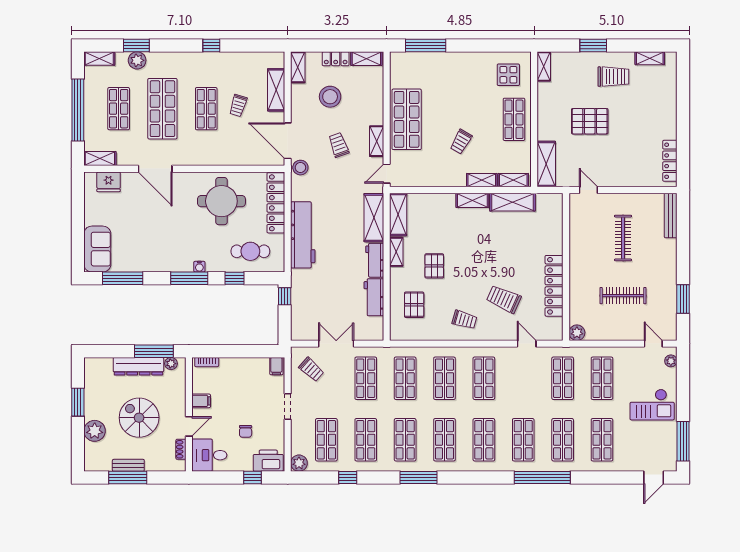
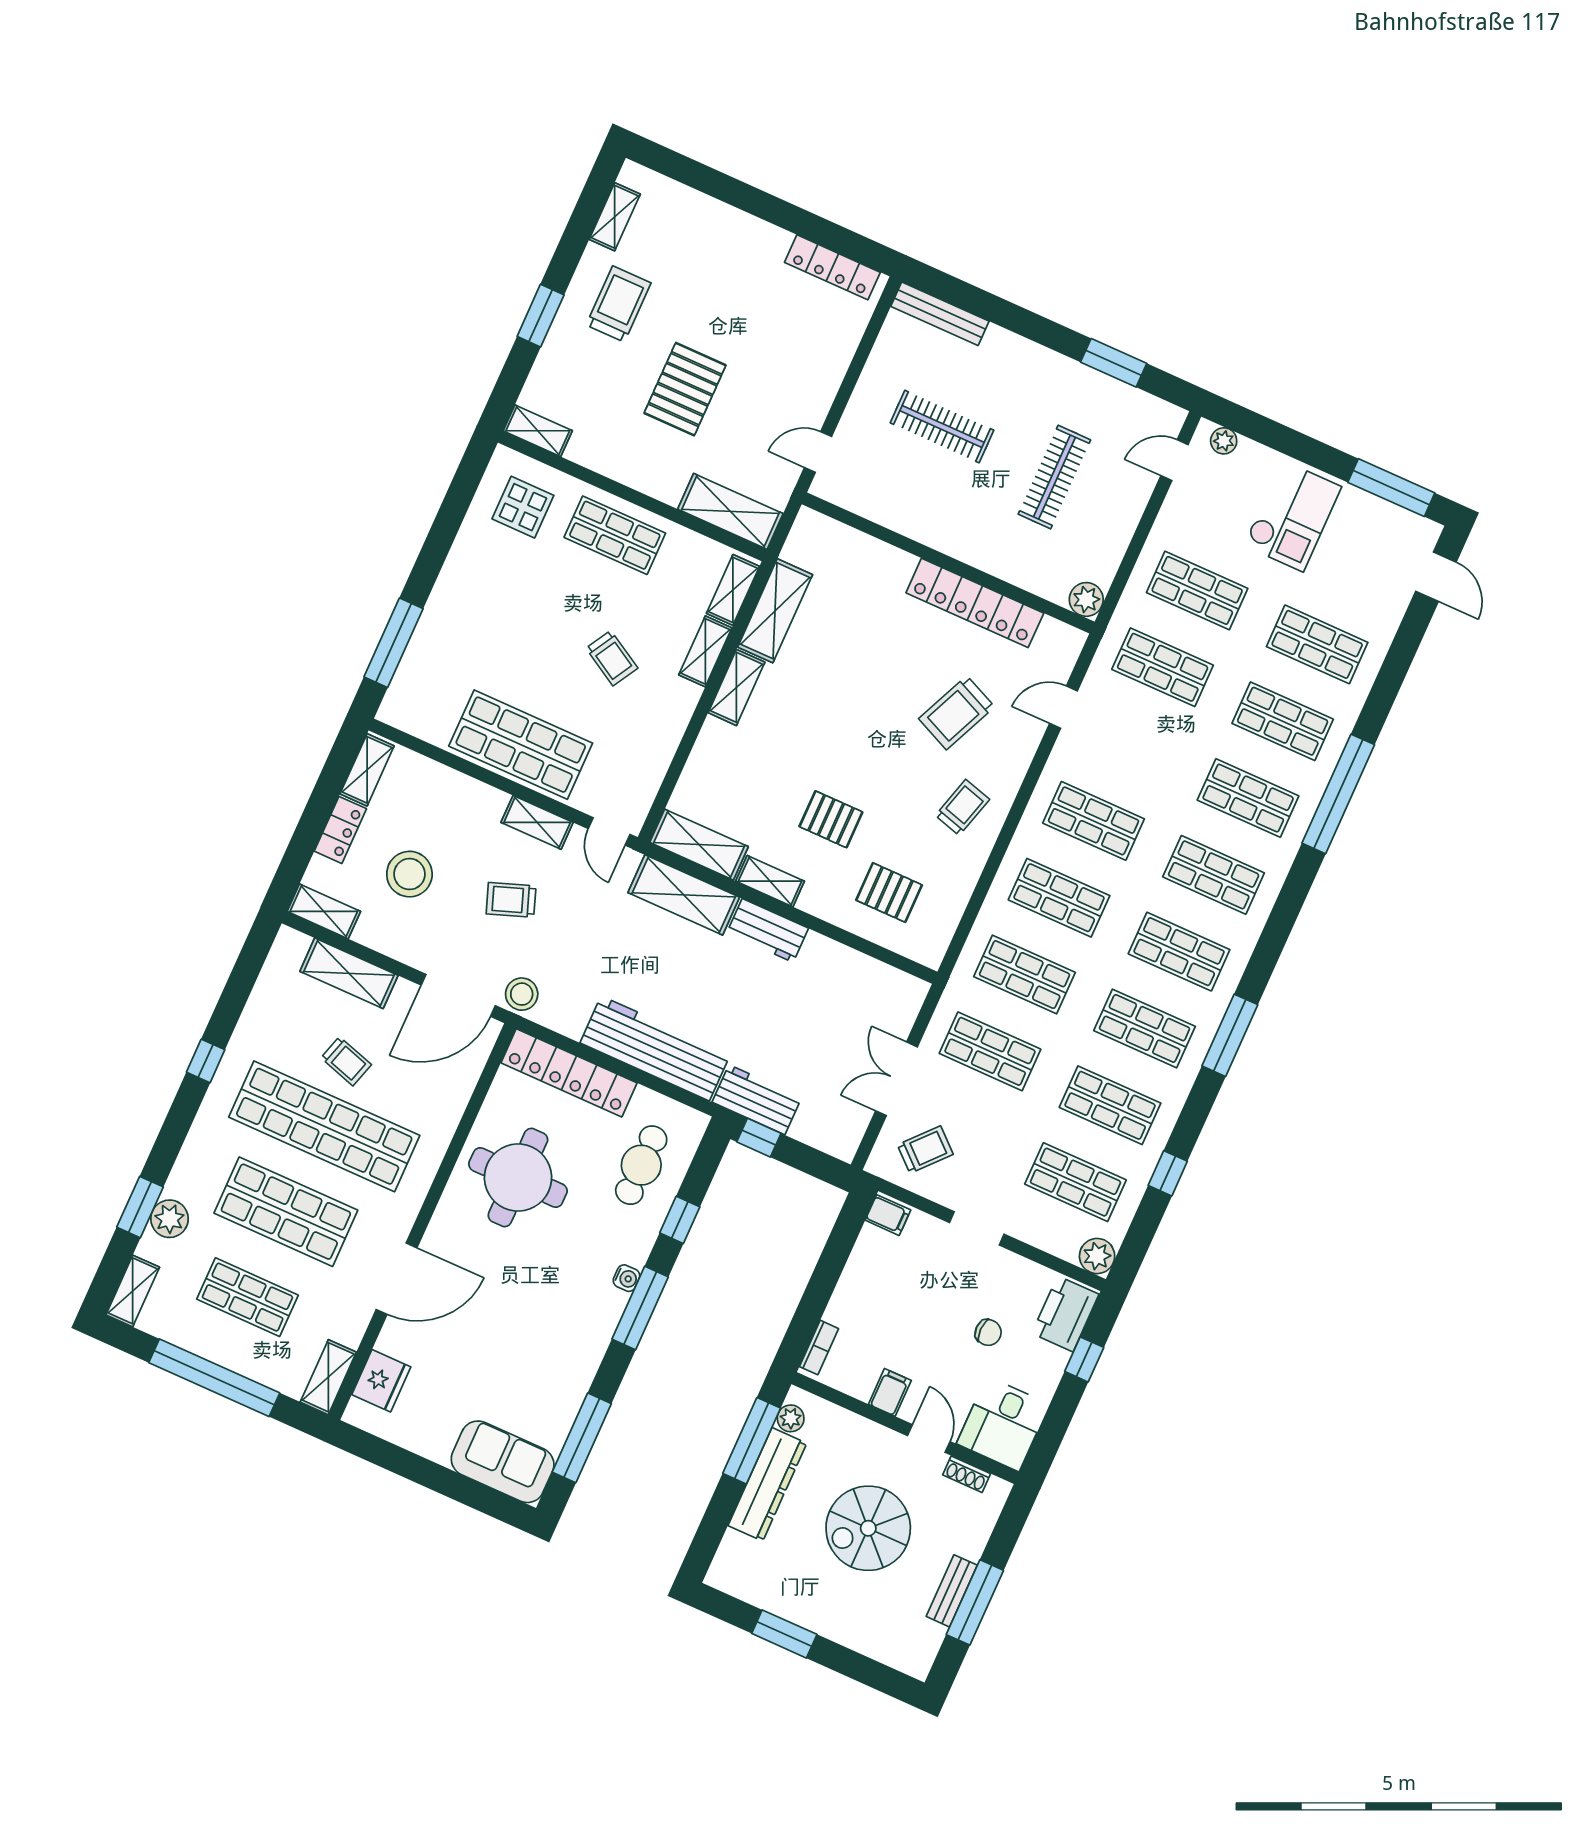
shop shelf: (206, 109) -> (324, 1126), width x2.00, depth x1.36
workbench: (374, 297) -> (757, 1100), moved, turned 180
plant: (95, 431) -> (855, 1627), removed

